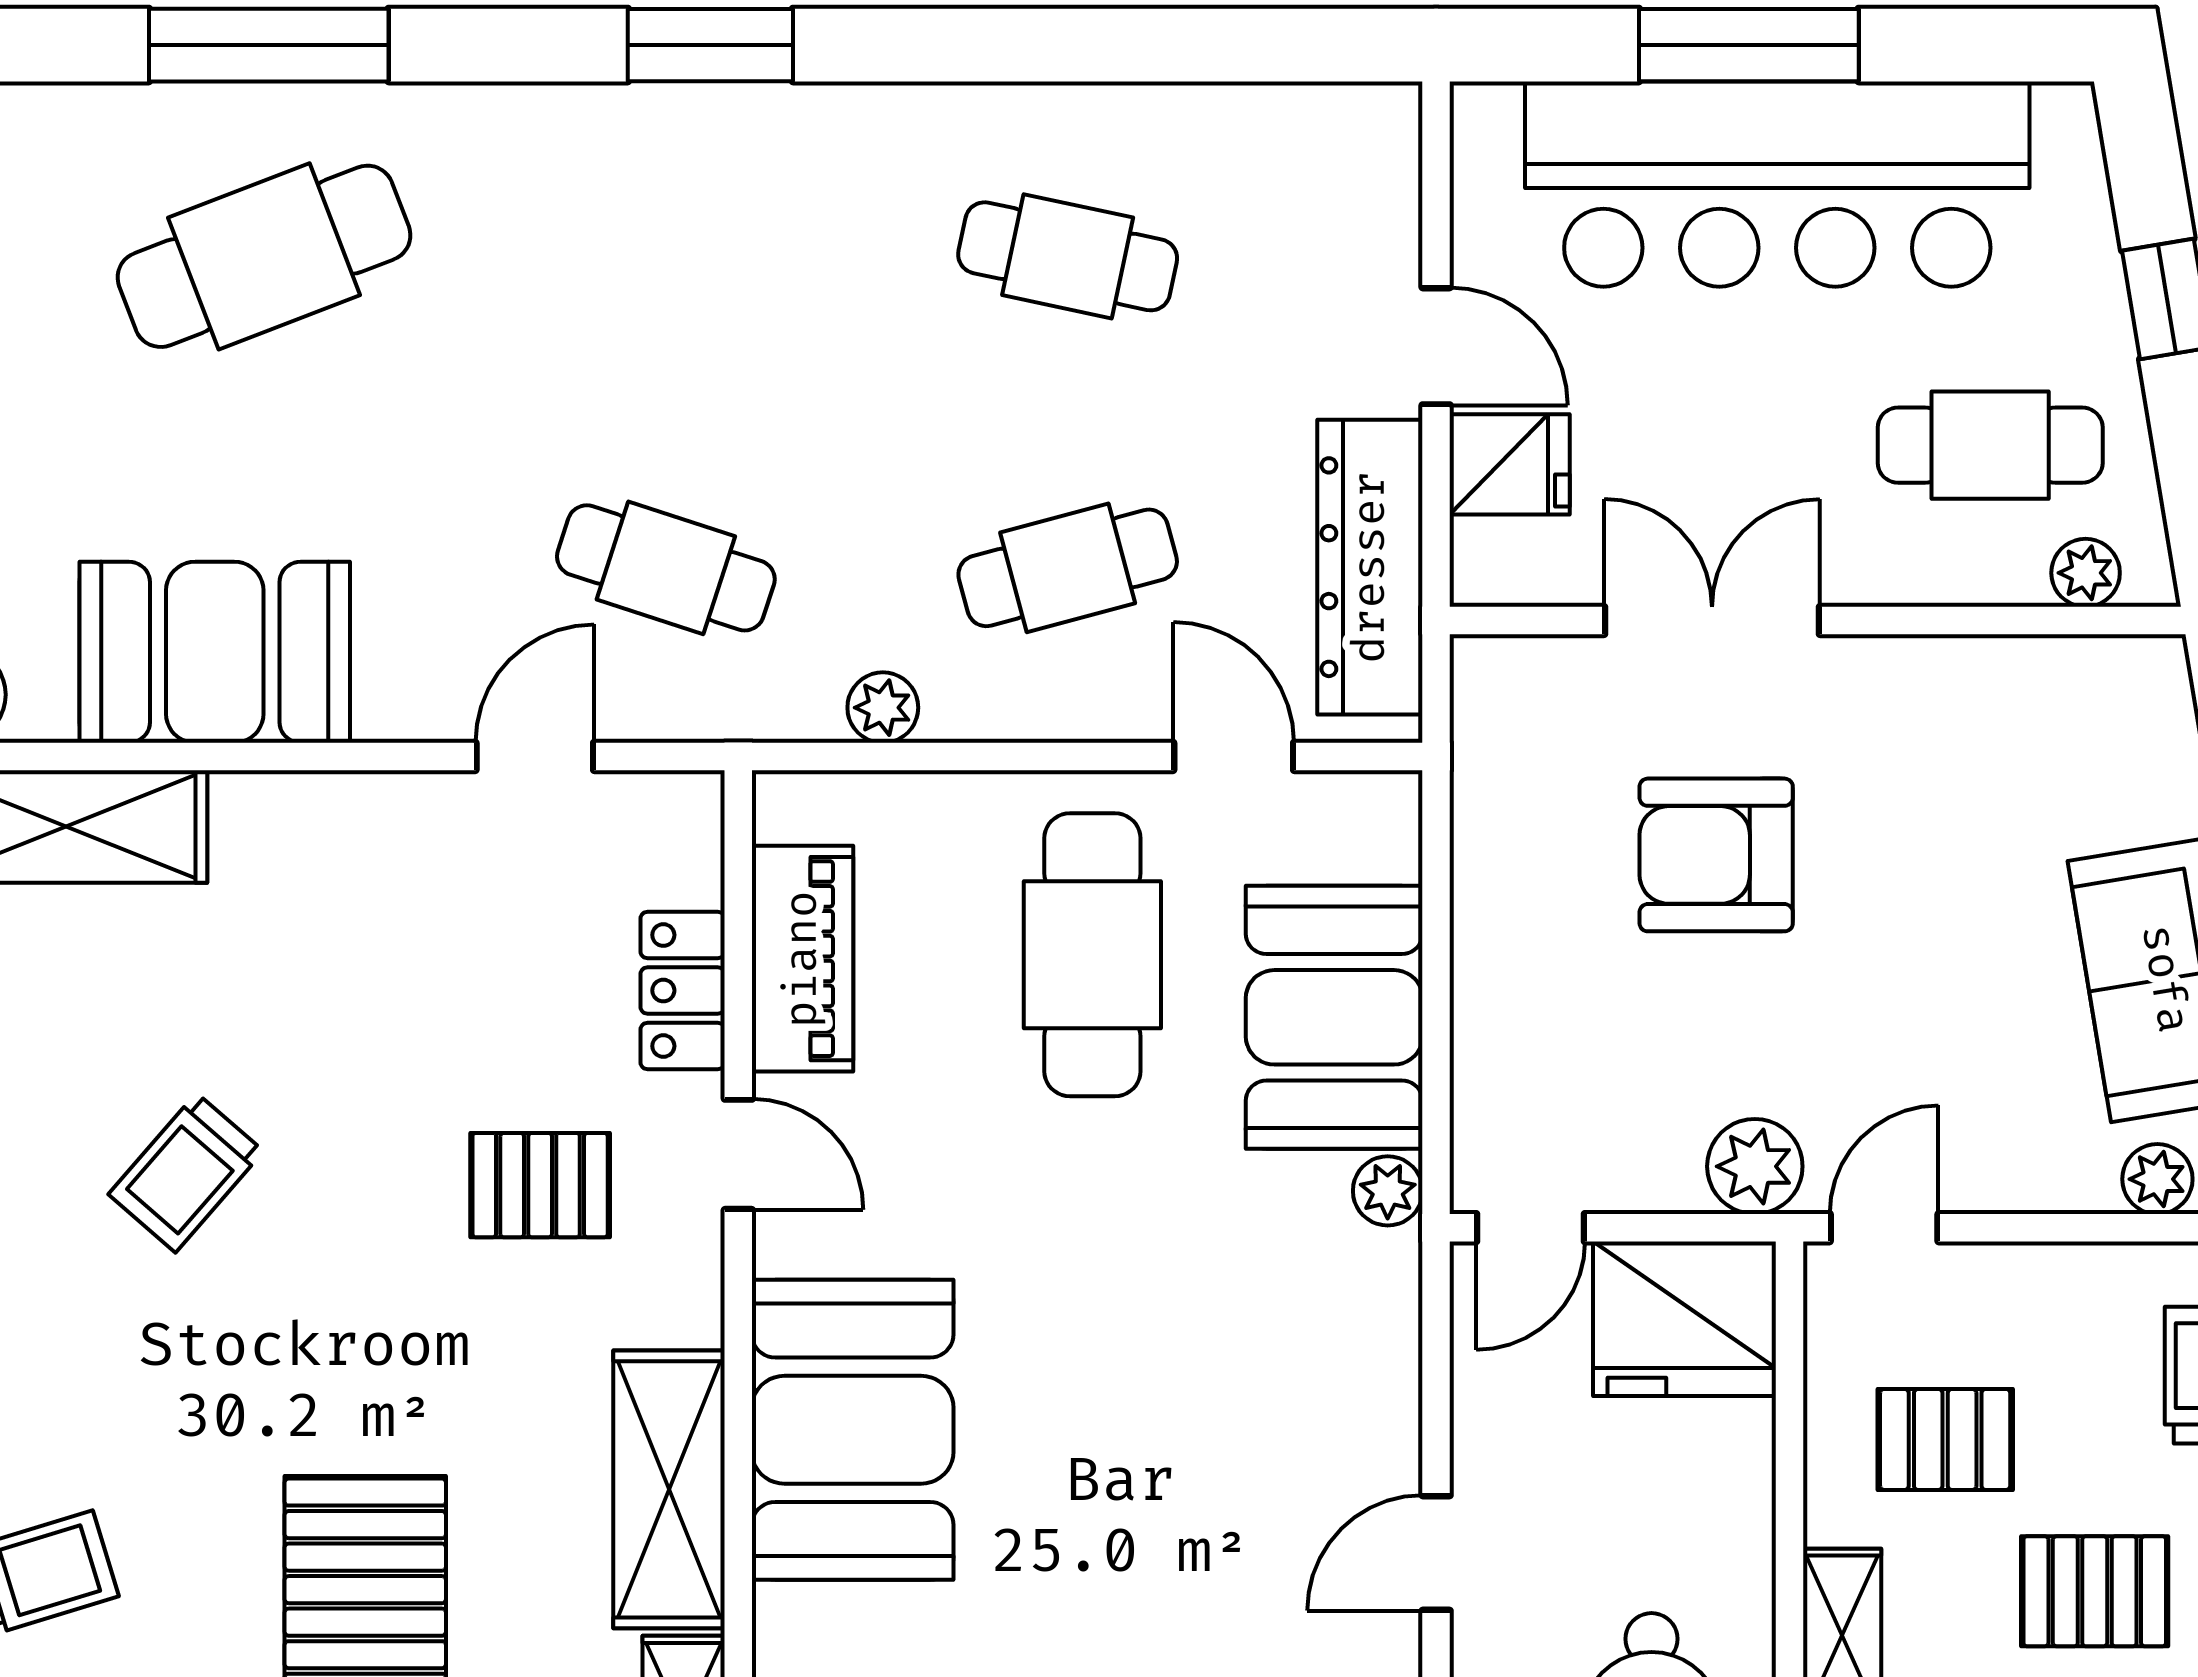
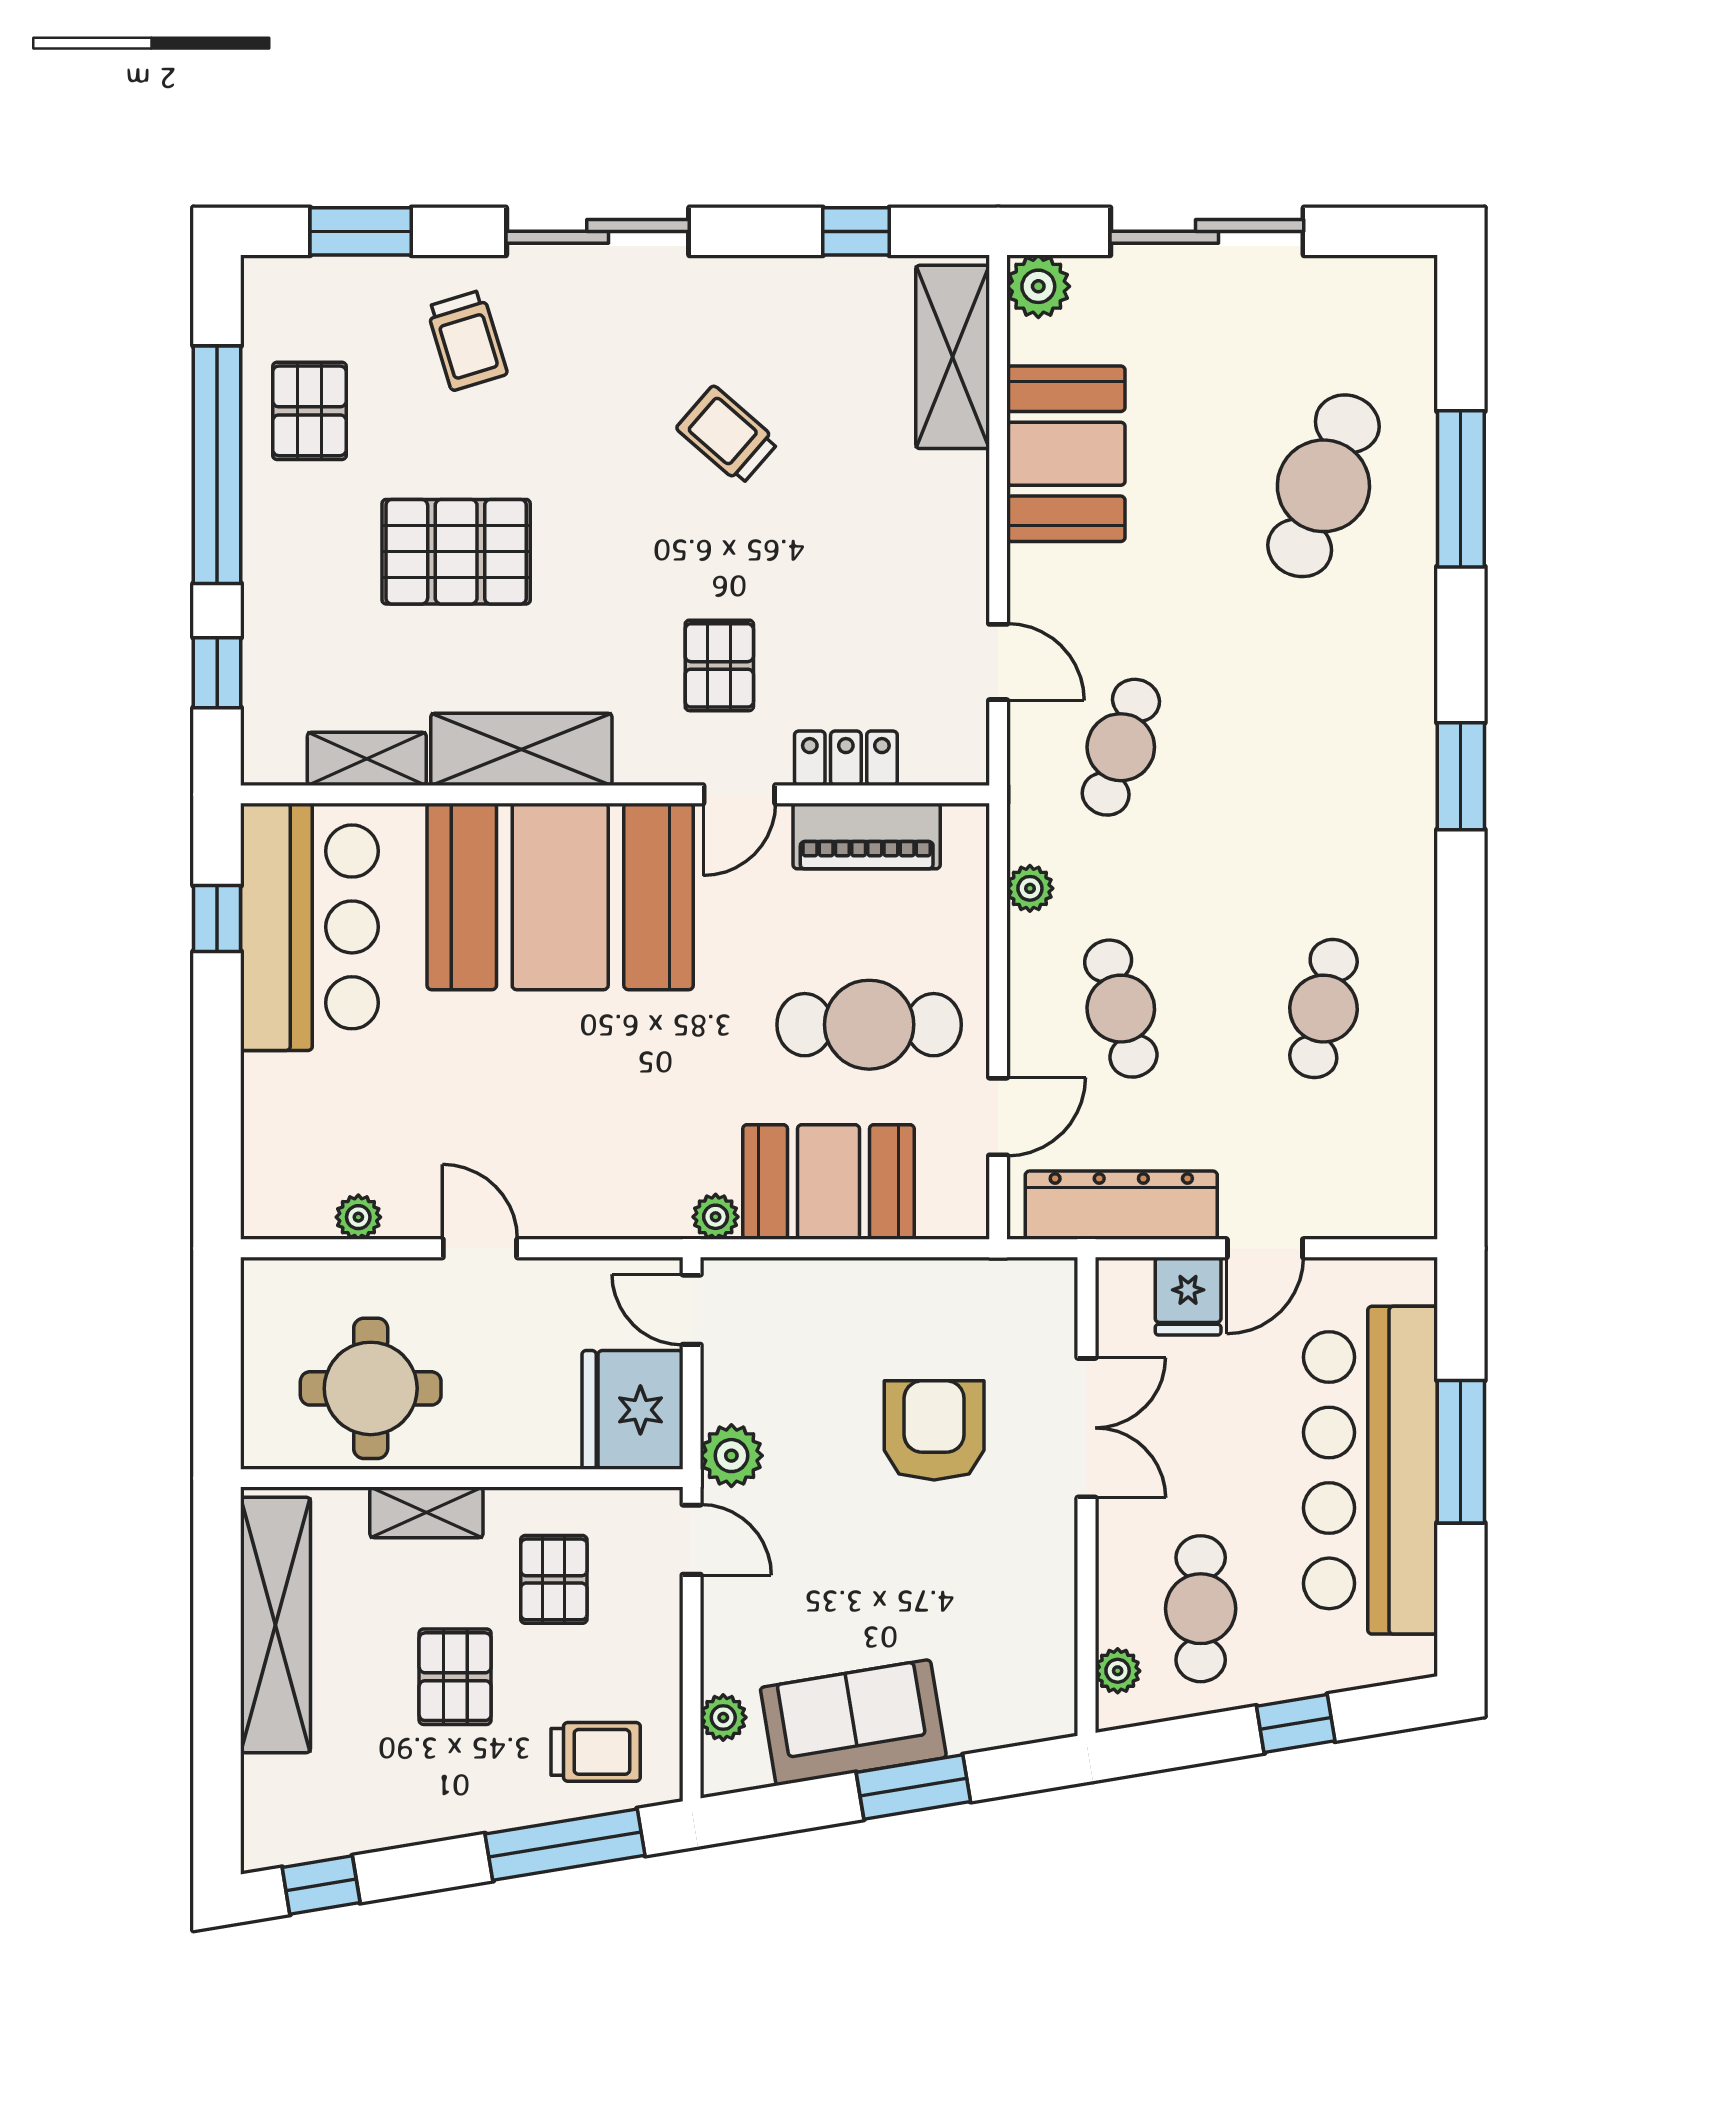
cafe table: (264, 256) -> (1323, 486), turned 42
booth: (853, 1430) -> (560, 896), width x1.36, depth x1.42

